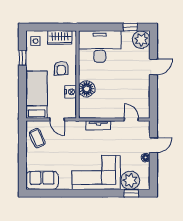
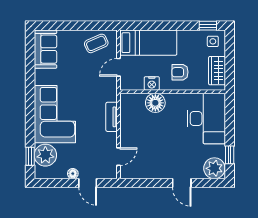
window: (22, 58) -> (208, 26), moved

